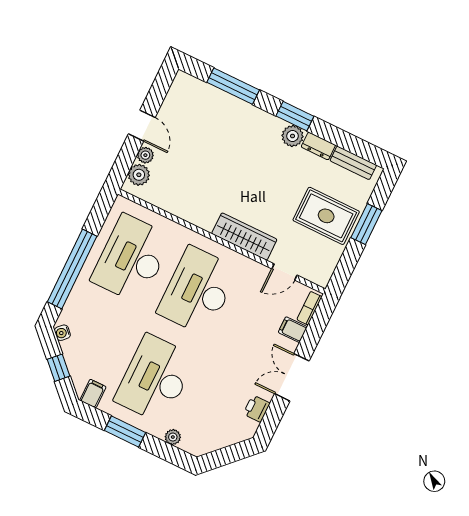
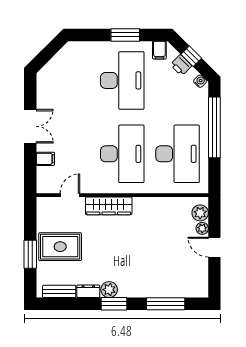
bookcase: (309, 308) -> (41, 179), removed
printer: (257, 409) -> (181, 65), moved, turned 135
plant: (173, 437) -> (91, 47), removed

